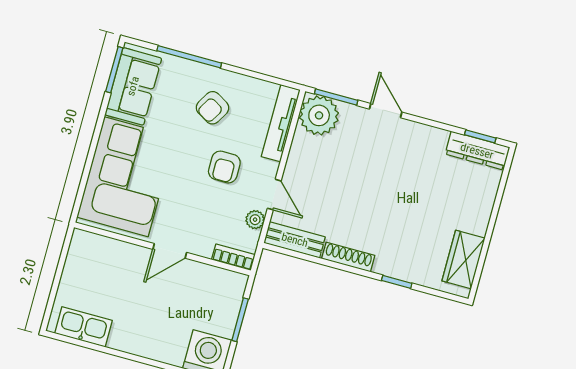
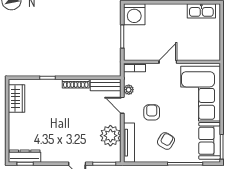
plant: (319, 115) -> (110, 136), moved

